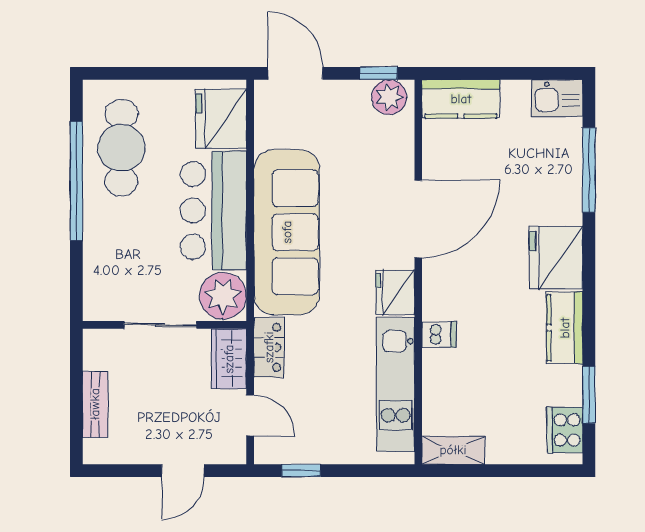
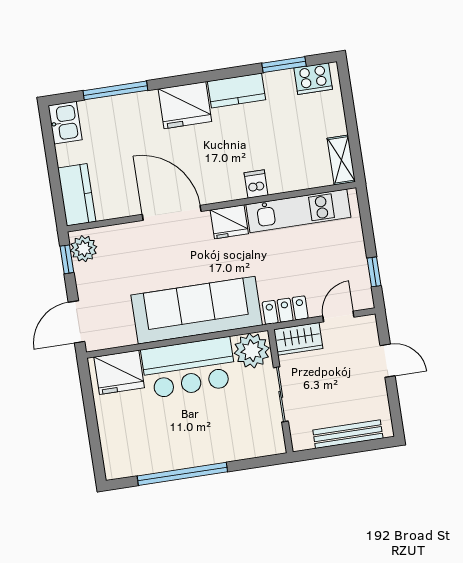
cafe table: (121, 148) -> (152, 444), removed
bench: (95, 404) -> (348, 434), width x1.36

